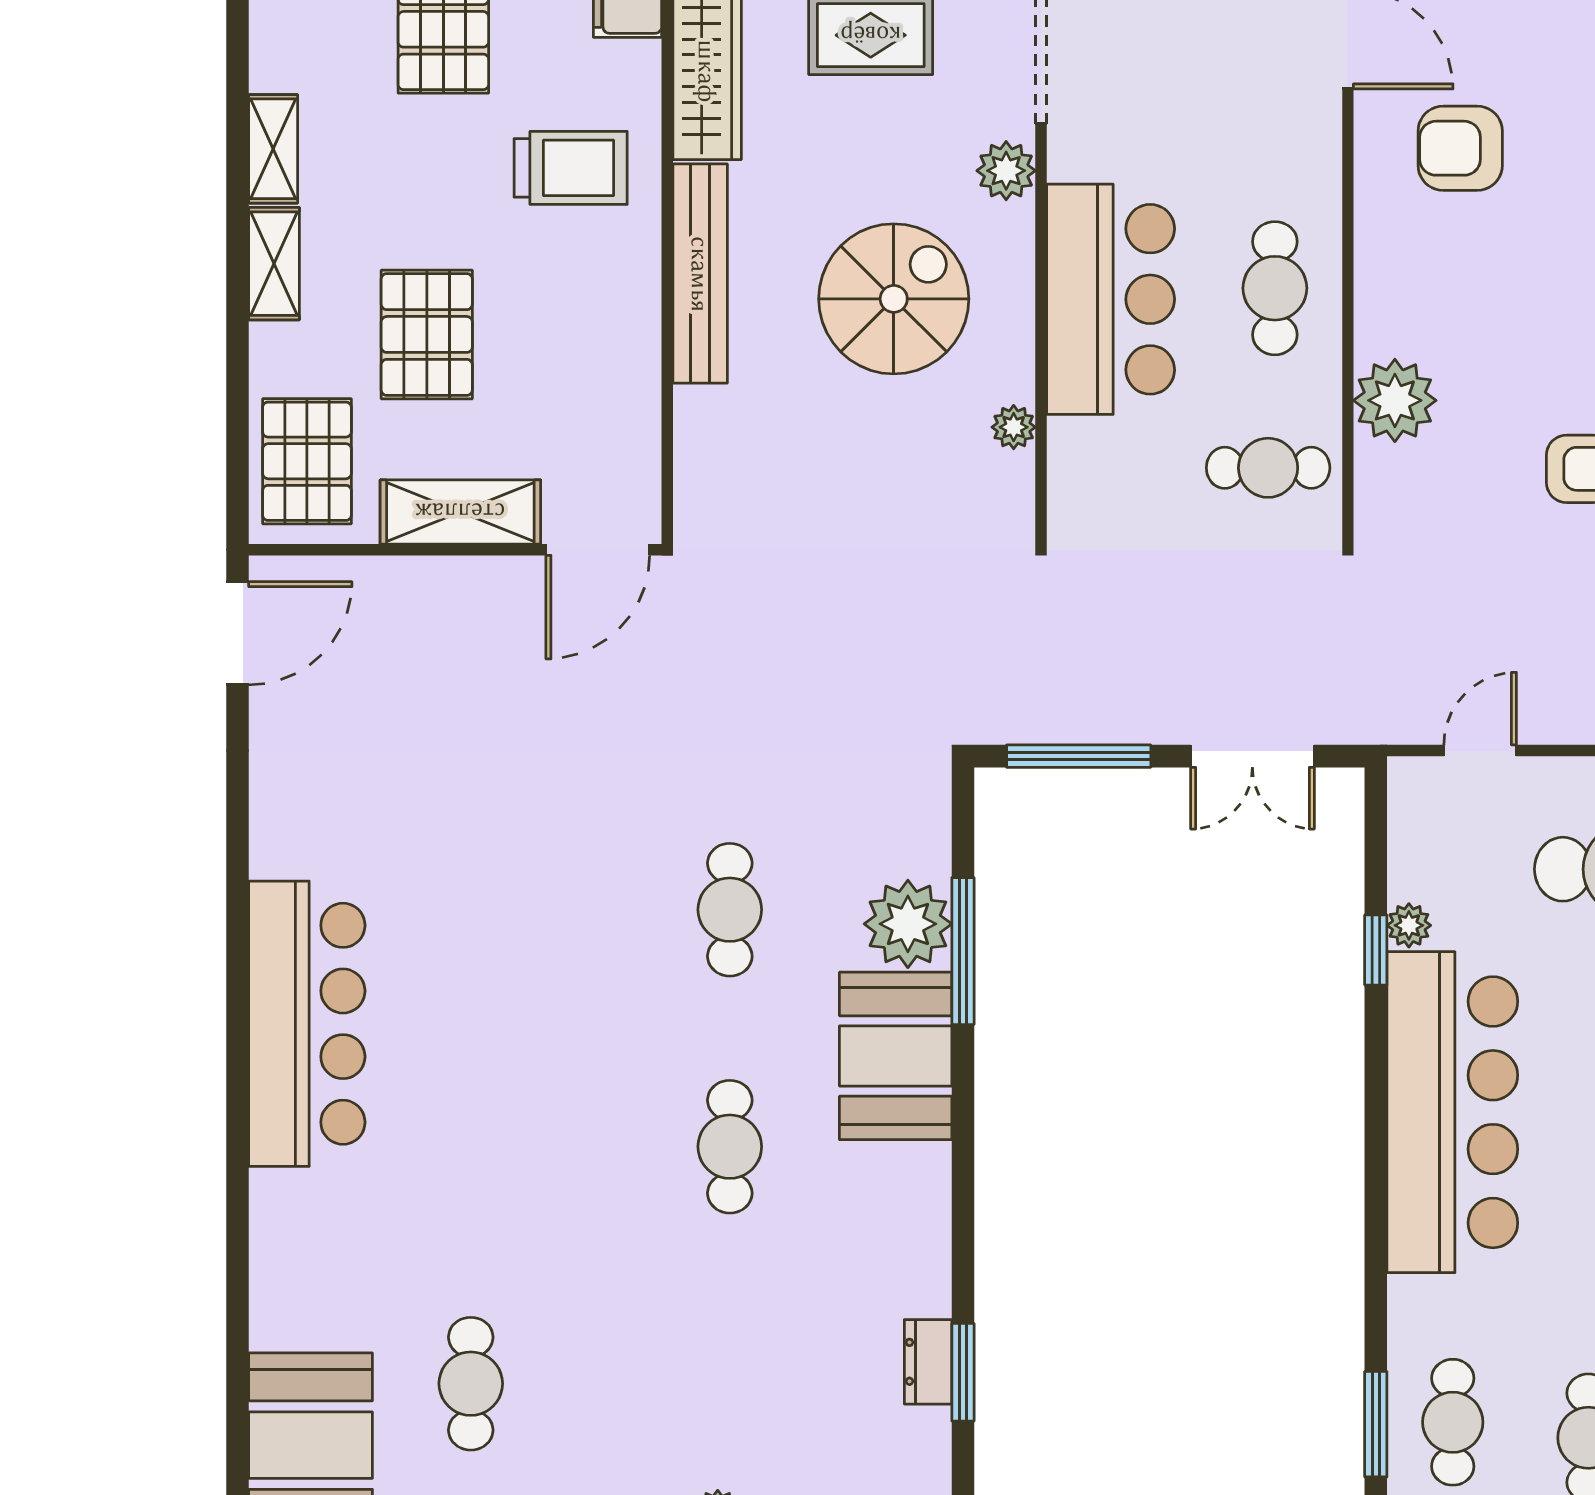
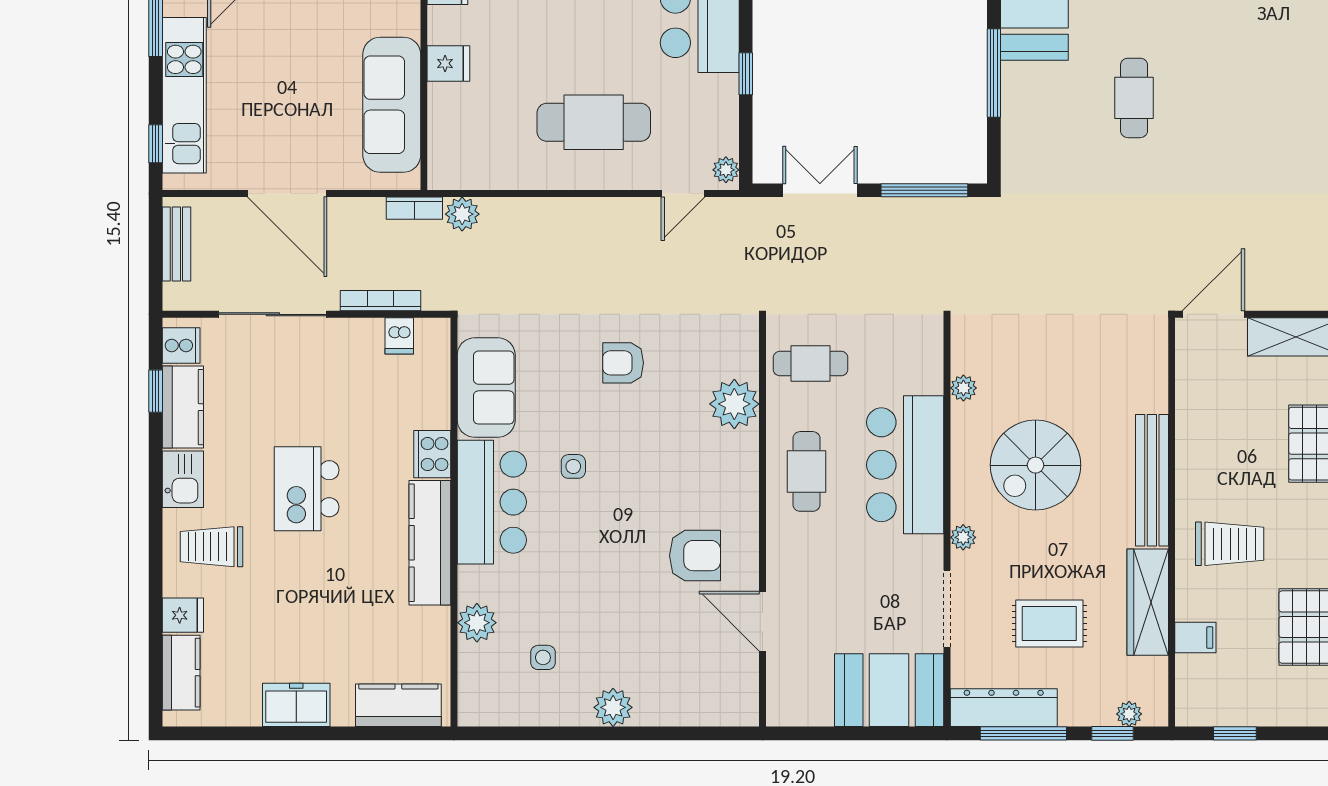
trolley: (571, 168) -> (1230, 544), turned 180
plant: (1006, 171) -> (963, 537), width x0.73, depth x0.73
plant: (908, 924) -> (1027, 89), removed
plant: (1409, 925) -> (726, 170), moved

